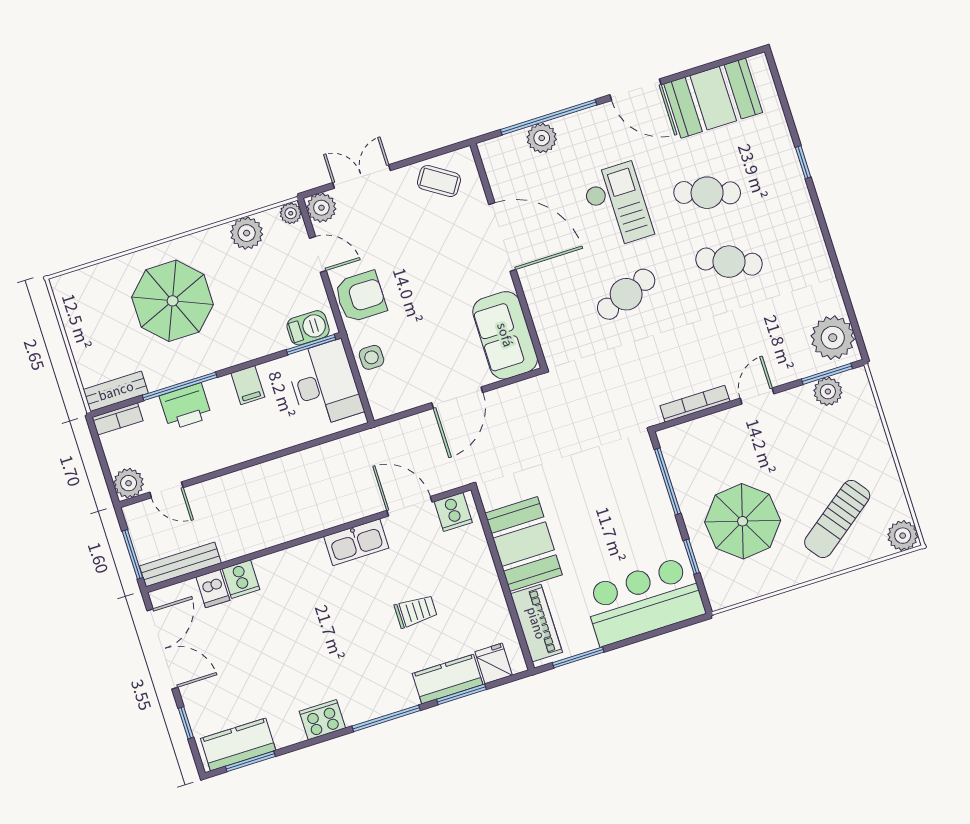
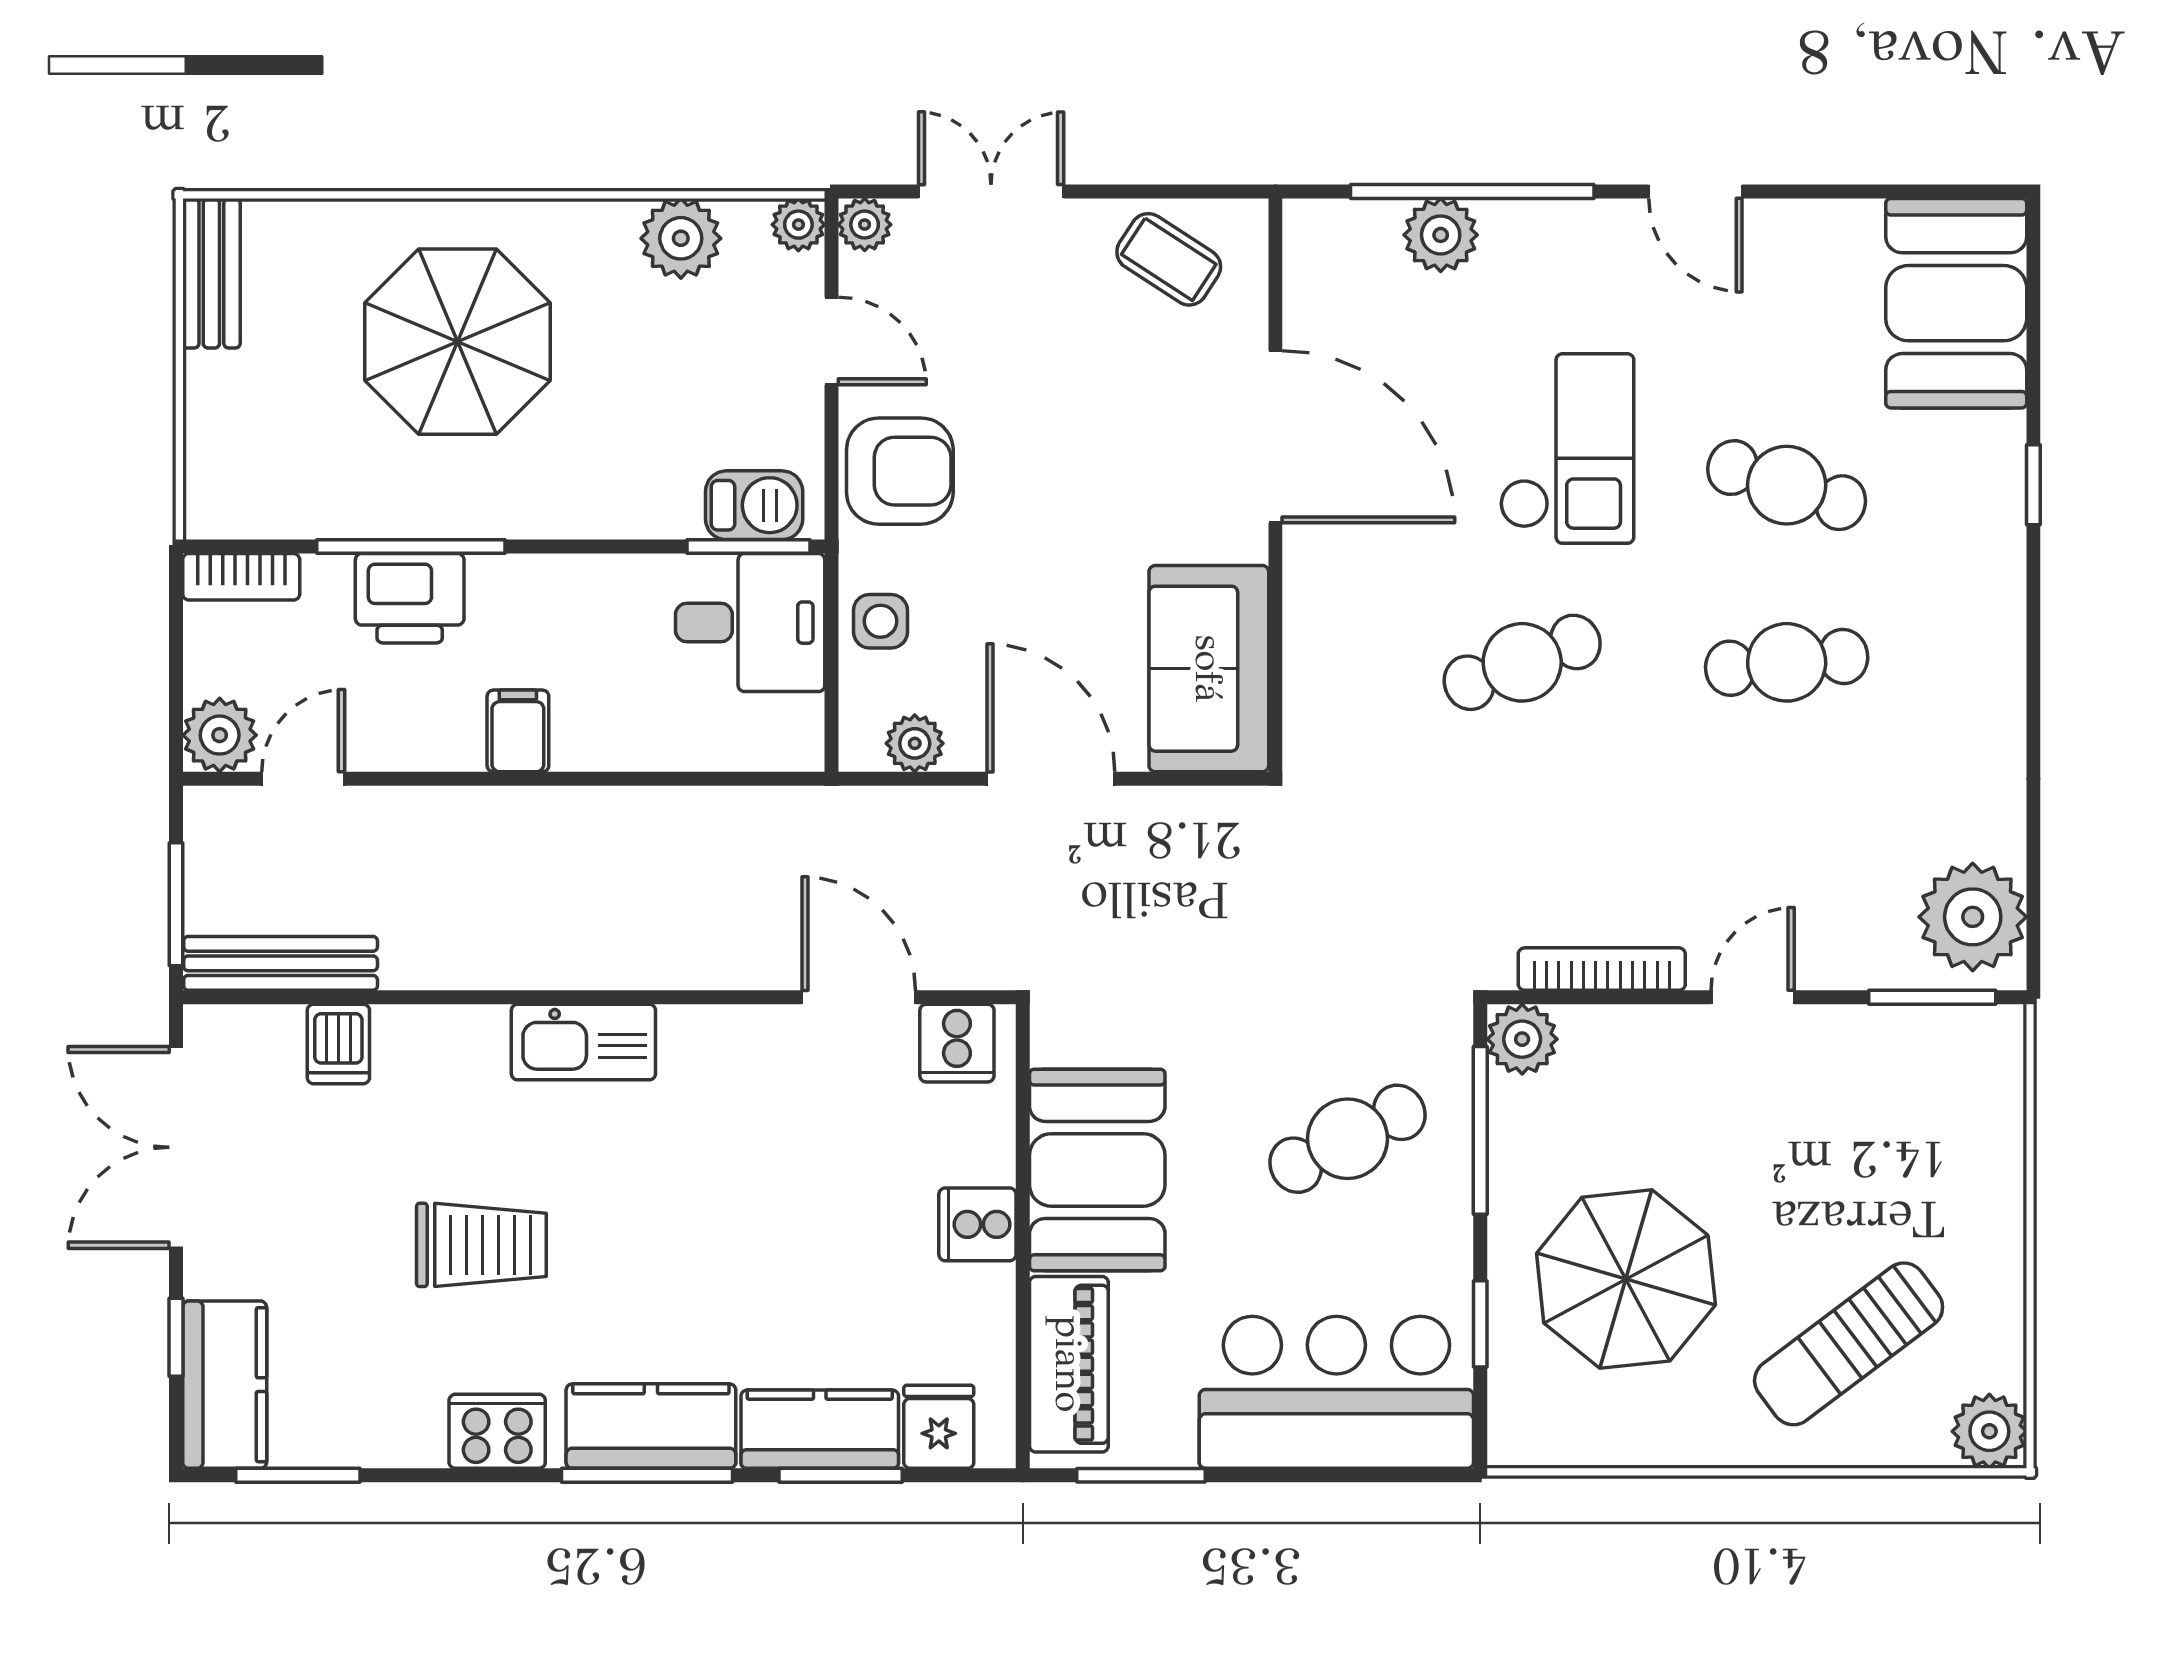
door: (635, 90) -> (1695, 191), width x0.73
booth: (713, 98) -> (1956, 303), moved, turned 90
plant: (321, 208) -> (865, 225), width x0.73, depth x0.73
cafe table: (729, 262) -> (1787, 662), turned -30
desk: (324, 384) -> (750, 623), width x0.73
filing cabinet: (248, 385) -> (518, 731), moved, turned 180
bench: (116, 391) -> (211, 273), moved, turned 90
plant: (828, 391) -> (1522, 1039), moved
door: (457, 398) -> (1051, 779), swing flipped
plant: (400, 401) -> (915, 743), added
door: (166, 490) -> (303, 779), swing flipped
cafe table: (617, 501) -> (1348, 1139), added
kitchen sink: (356, 542) -> (583, 1042), moved
cooker: (241, 579) -> (977, 1224), moved, turned 90
trolley: (416, 611) -> (481, 1245), moved, width x1.36, depth x1.39
double door: (162, 649) -> (176, 1147), swing flipped
kitchen counter: (382, 699) -> (651, 1426), added
kitchen counter: (238, 744) -> (225, 1385), moved, turned 90

